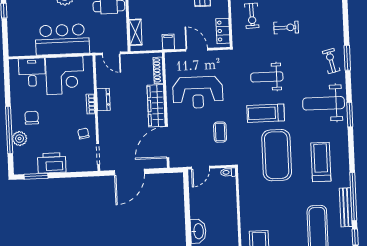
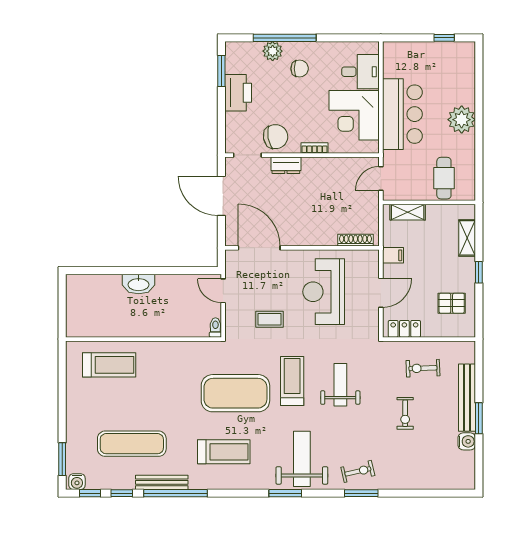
dresser: (103, 100) -> (286, 165), moved
wardrobe: (156, 106) -> (308, 235), removed
chair: (83, 134) -> (276, 137), width x1.87, depth x1.87

